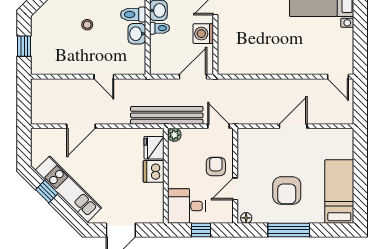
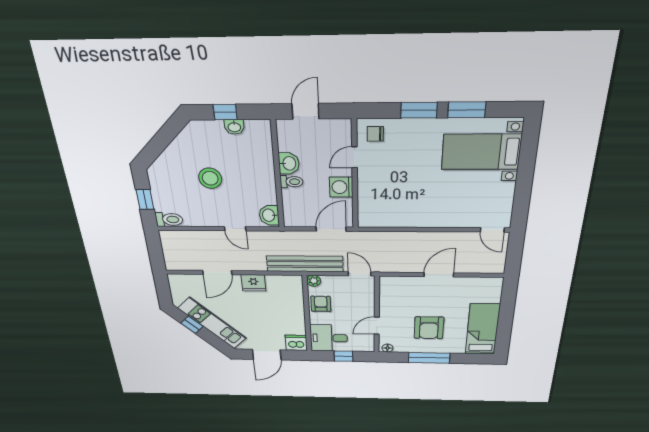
toilet: (133, 15) -> (169, 219), moved, turned 180
stool: (87, 25) -> (210, 178), width x1.89, depth x1.89
washbasin: (137, 34) -> (269, 215), moved
fridge: (154, 148) -> (253, 283), moved, turned -90
armchair: (216, 166) -> (321, 304), moved
dishwasher: (154, 171) -> (296, 343), moved, turned 90

